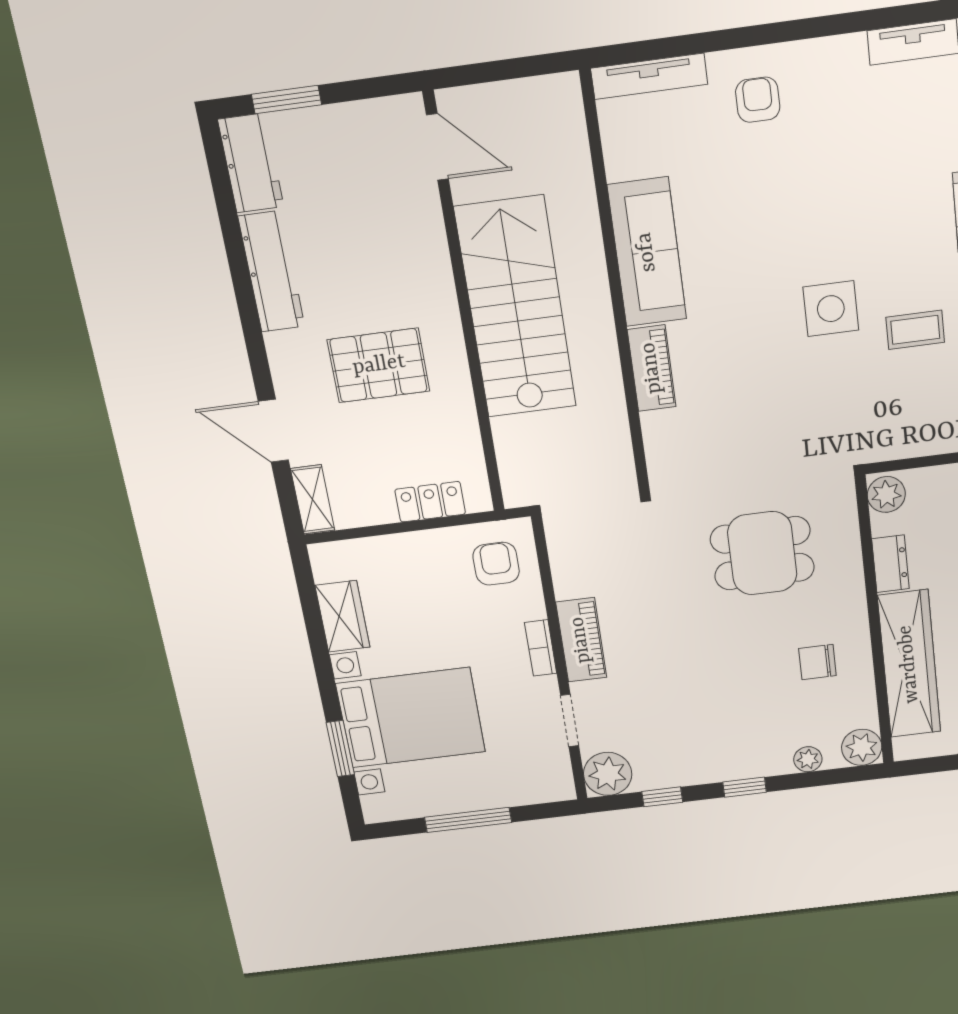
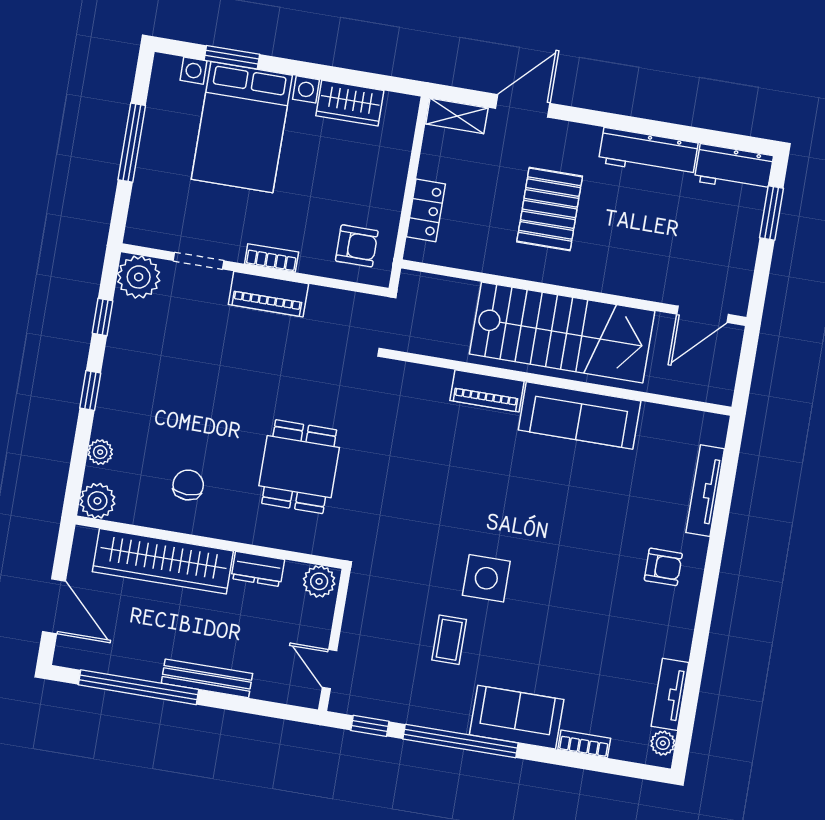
sofa: (647, 252) -> (580, 416), moved
wall: (616, 289) -> (559, 382), moved
piano: (652, 368) -> (487, 391), moved

